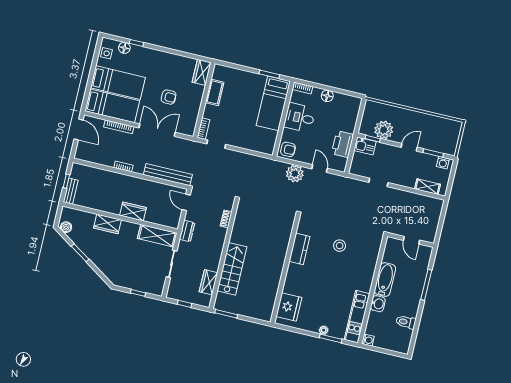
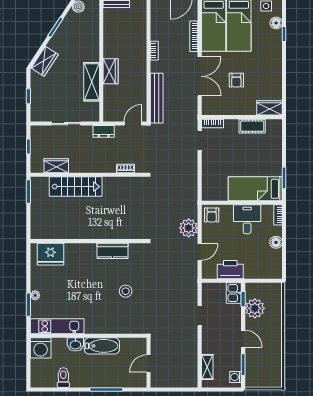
wardrobe: (107, 224) -> (45, 61), moved, turned -147
shelving: (157, 236) -> (92, 82), moved
washing machine: (368, 340) -> (41, 348), width x1.89, depth x1.89

